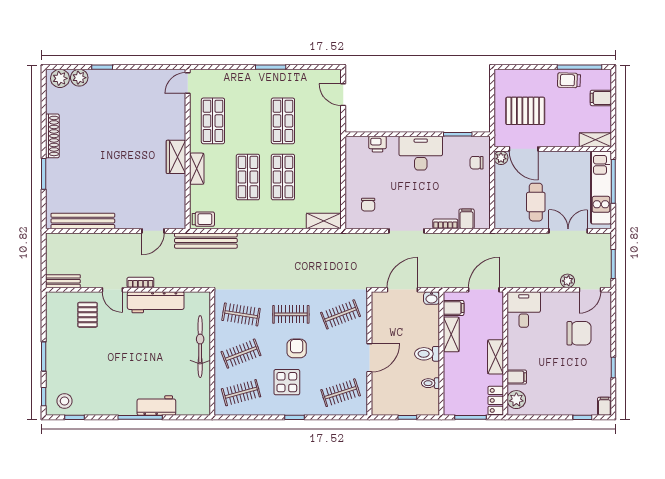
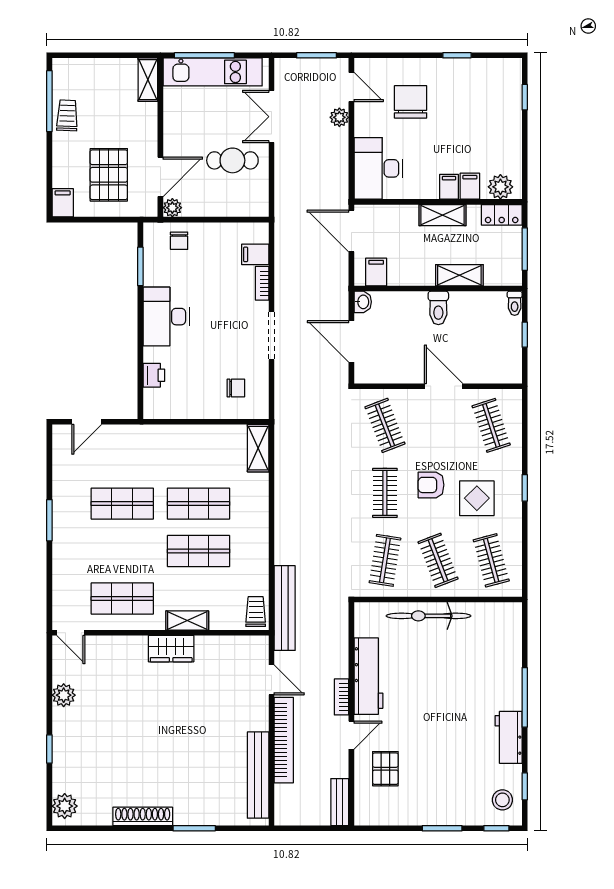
plant: (79, 78) -> (64, 695), moved
trolley: (569, 80) -> (67, 115), turned 180
filing cabinet: (601, 98) -> (63, 203), moved, turned 180
bookcase: (109, 240) -> (284, 740), added
desk: (524, 310) -> (378, 168), width x1.37
pallet: (88, 315) -> (385, 769), turned 90
shelving: (451, 334) -> (459, 275), moved
toilet: (431, 383) -> (515, 303), moved
workbench: (156, 406) -> (509, 737), moved
filing cabinet: (604, 406) -> (449, 187), moved, turned 90

